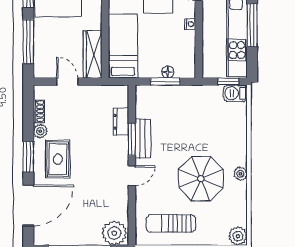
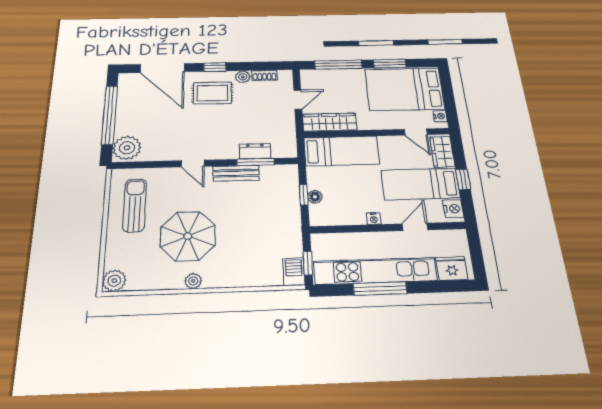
window: (165, 82) -> (304, 195), width x0.67
window: (132, 139) -> (255, 162), moved
window: (28, 157) -> (215, 67), width x0.67

